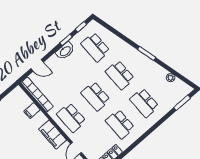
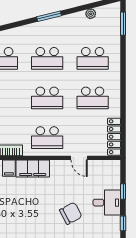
filing cabinet: (53, 135) -> (33, 168), moved

